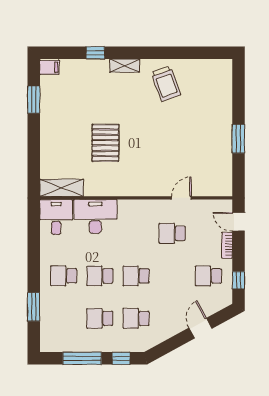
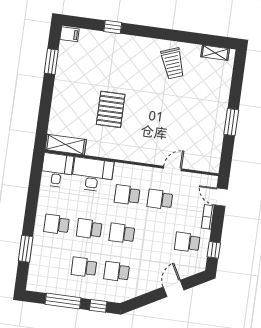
shelving: (125, 66) -> (215, 53), moved
school desk: (136, 233) -> (127, 195), added

